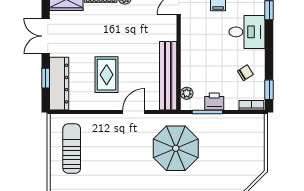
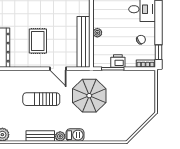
plant: (187, 93) -> (97, 33), moved
door: (134, 112) -> (58, 69), swing flipped
sun lounger: (72, 149) -> (41, 99), moved, turned -90

